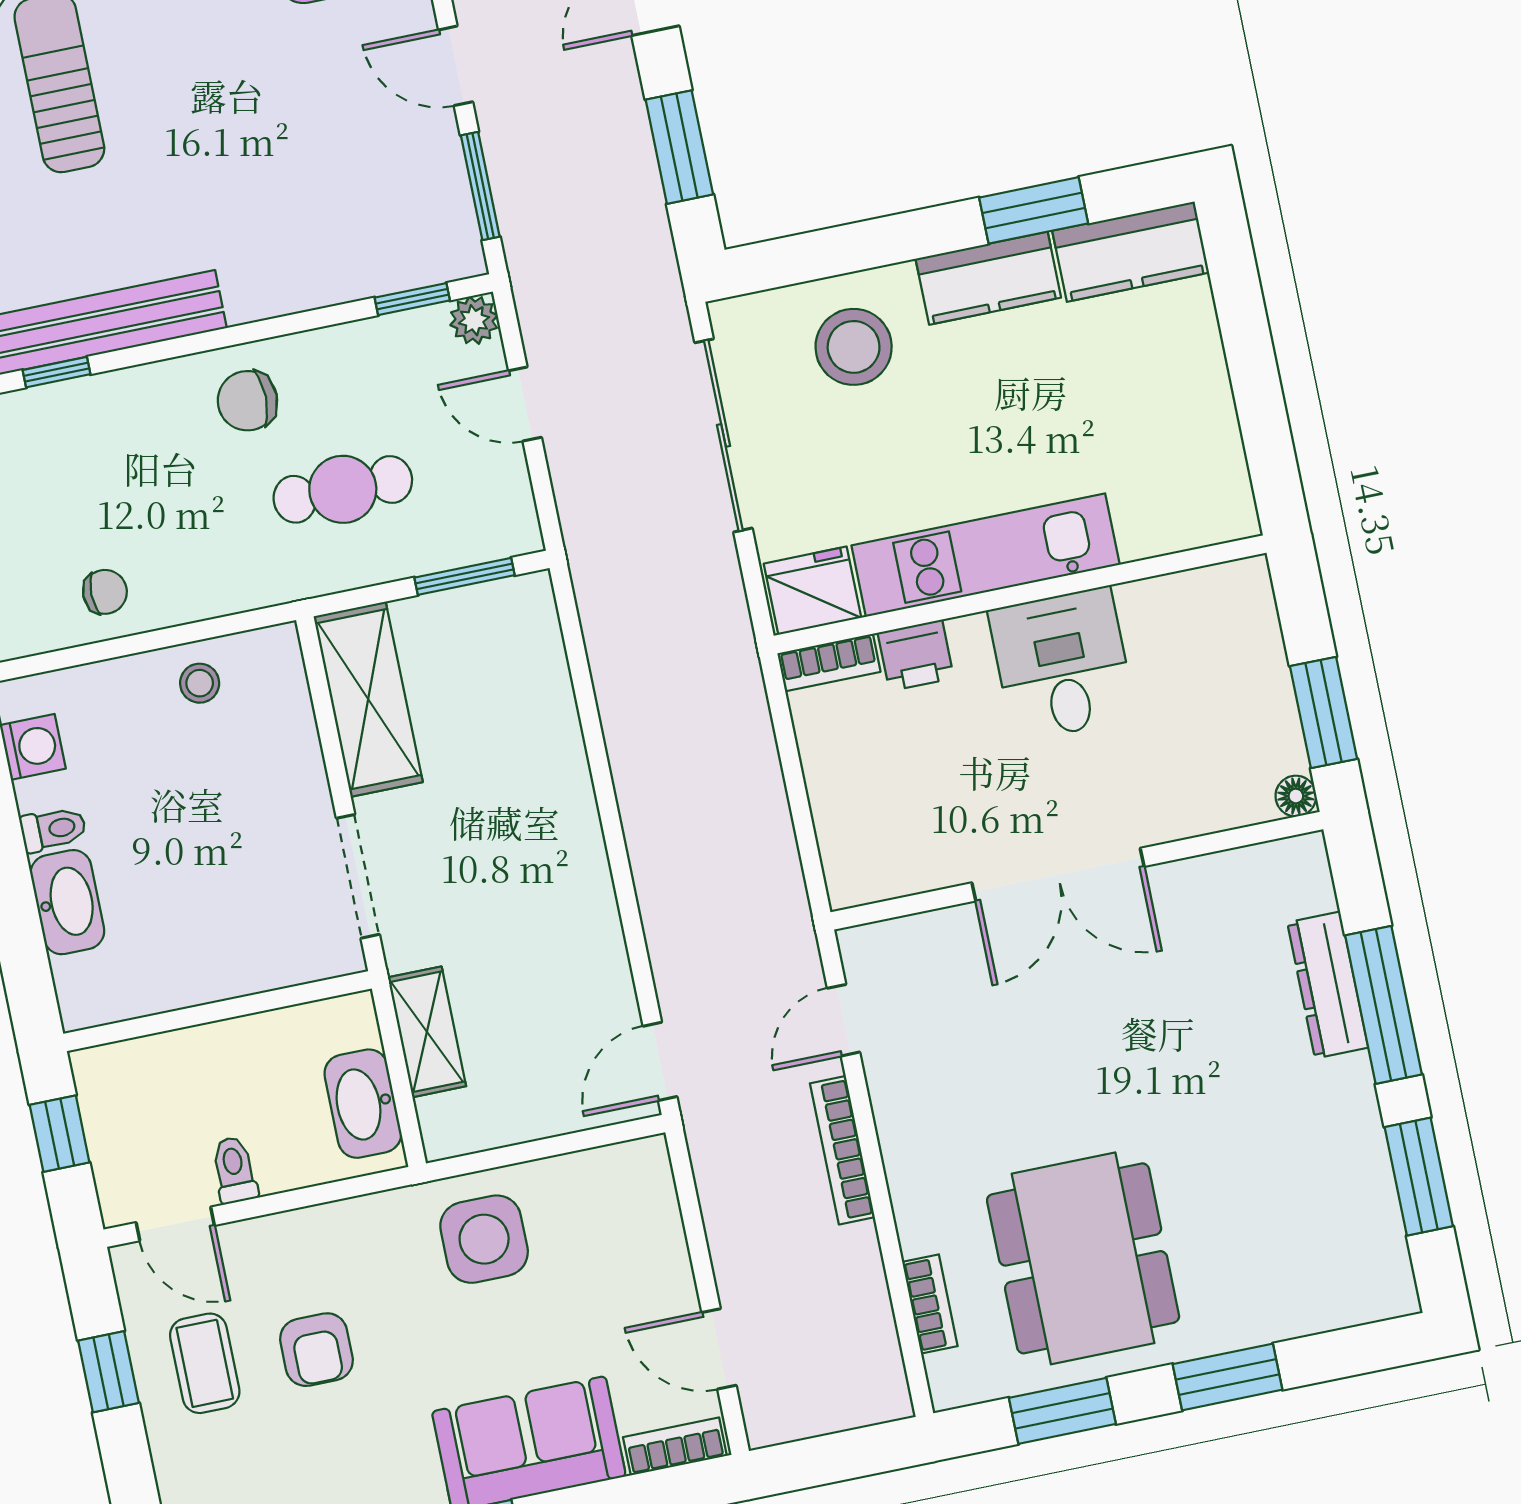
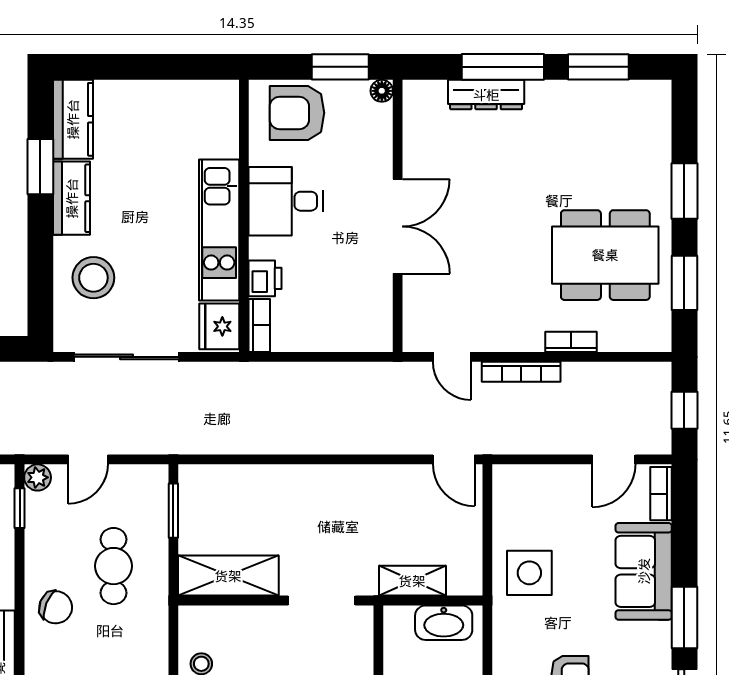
chair: (247, 401) -> (56, 607), turned -68
armchair: (1225, 652) -> (297, 113), added
bookcase: (930, 1304) -> (571, 342), moved
window: (833, 1458) -> (684, 410), added

